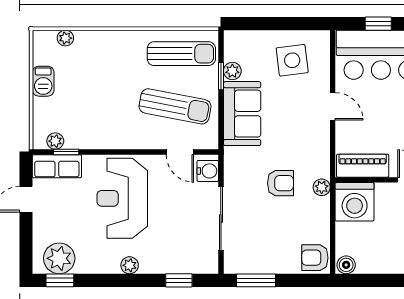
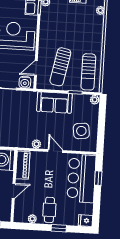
plant: (232, 71) -> (95, 100), moved
door: (333, 106) -> (55, 151), swing flipped
armchair: (280, 183) -> (16, 121), removed
plant: (322, 187) -> (36, 144), moved

